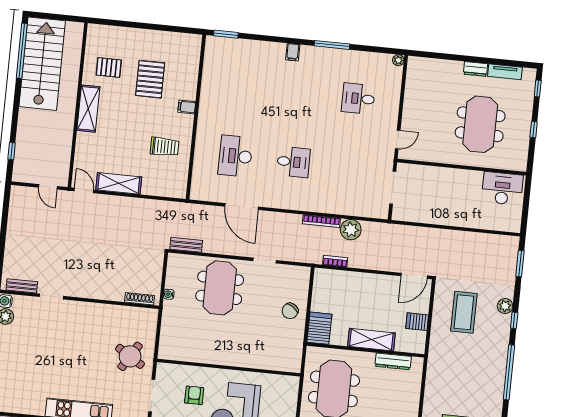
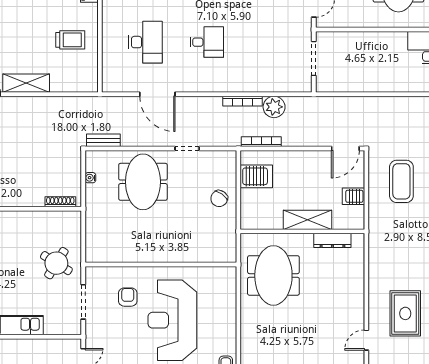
desk: (235, 156) -> (145, 42), turned 180
bookcase: (335, 261) -> (261, 142), width x1.56
water cooler: (169, 294) -> (90, 178), moved
server rack: (319, 328) -> (256, 176), moved, turned 90

